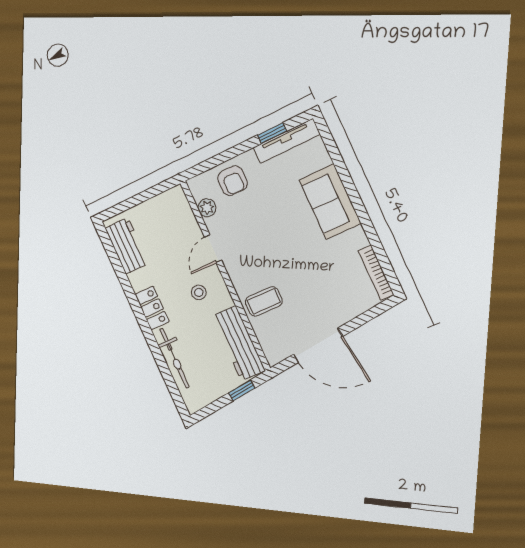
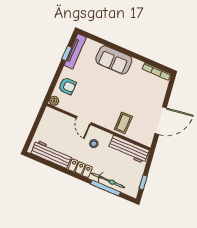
plant: (207, 208) -> (54, 101), moved
workbench: (127, 246) -> (51, 154), width x1.38
window: (162, 365) -> (105, 188), added
window: (242, 390) -> (143, 182), moved

